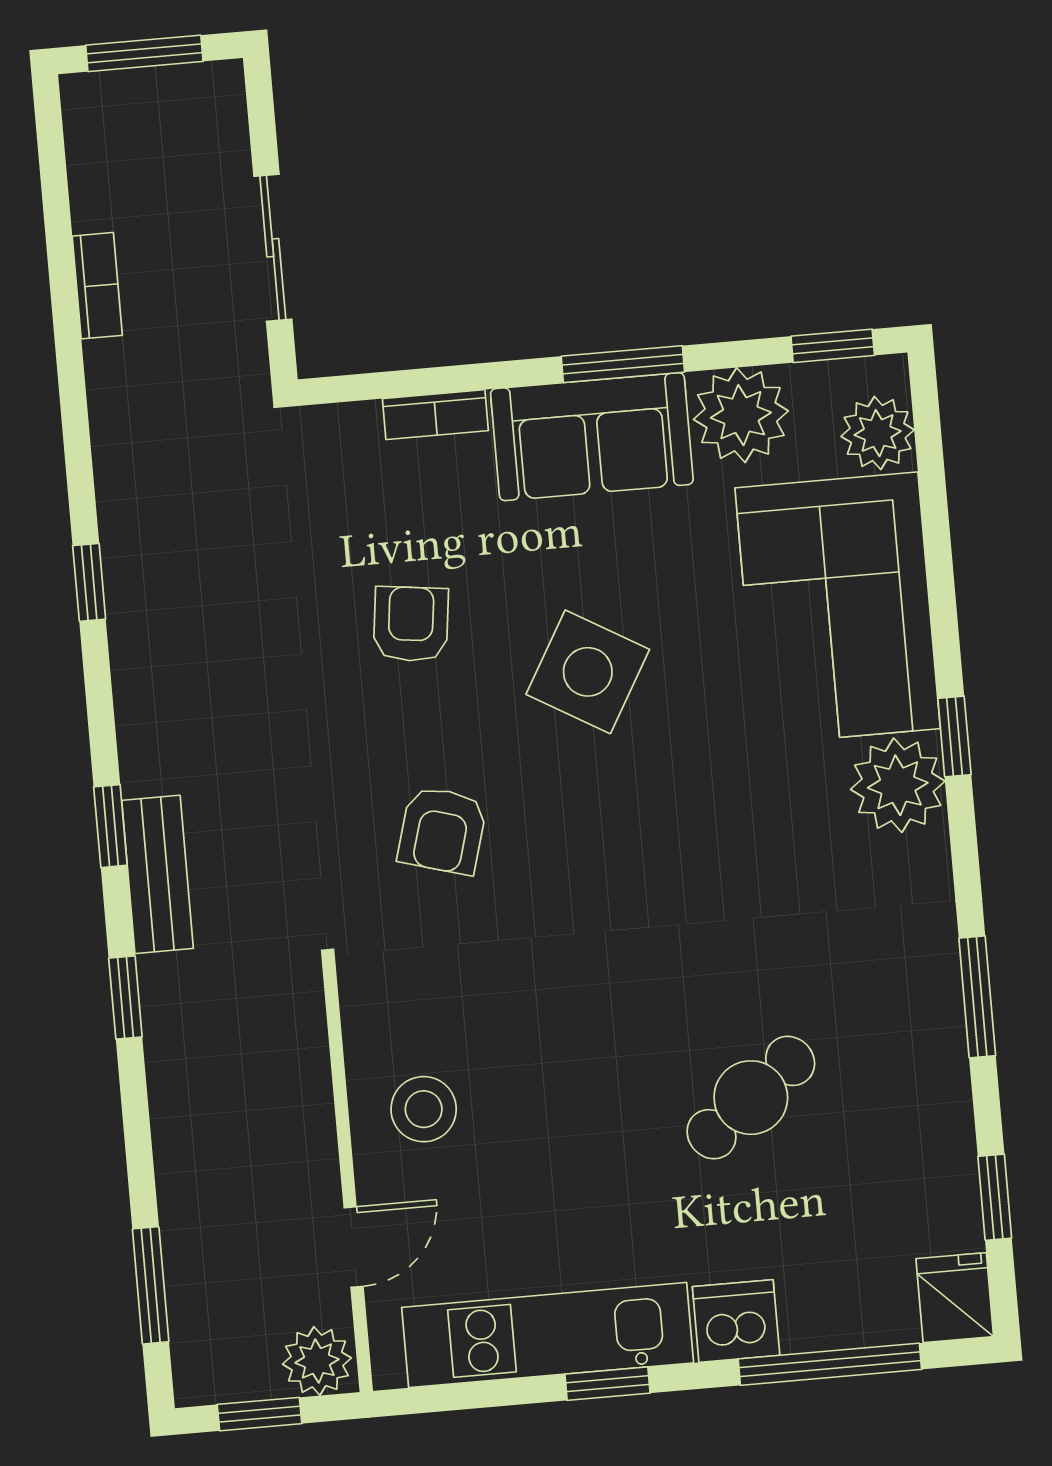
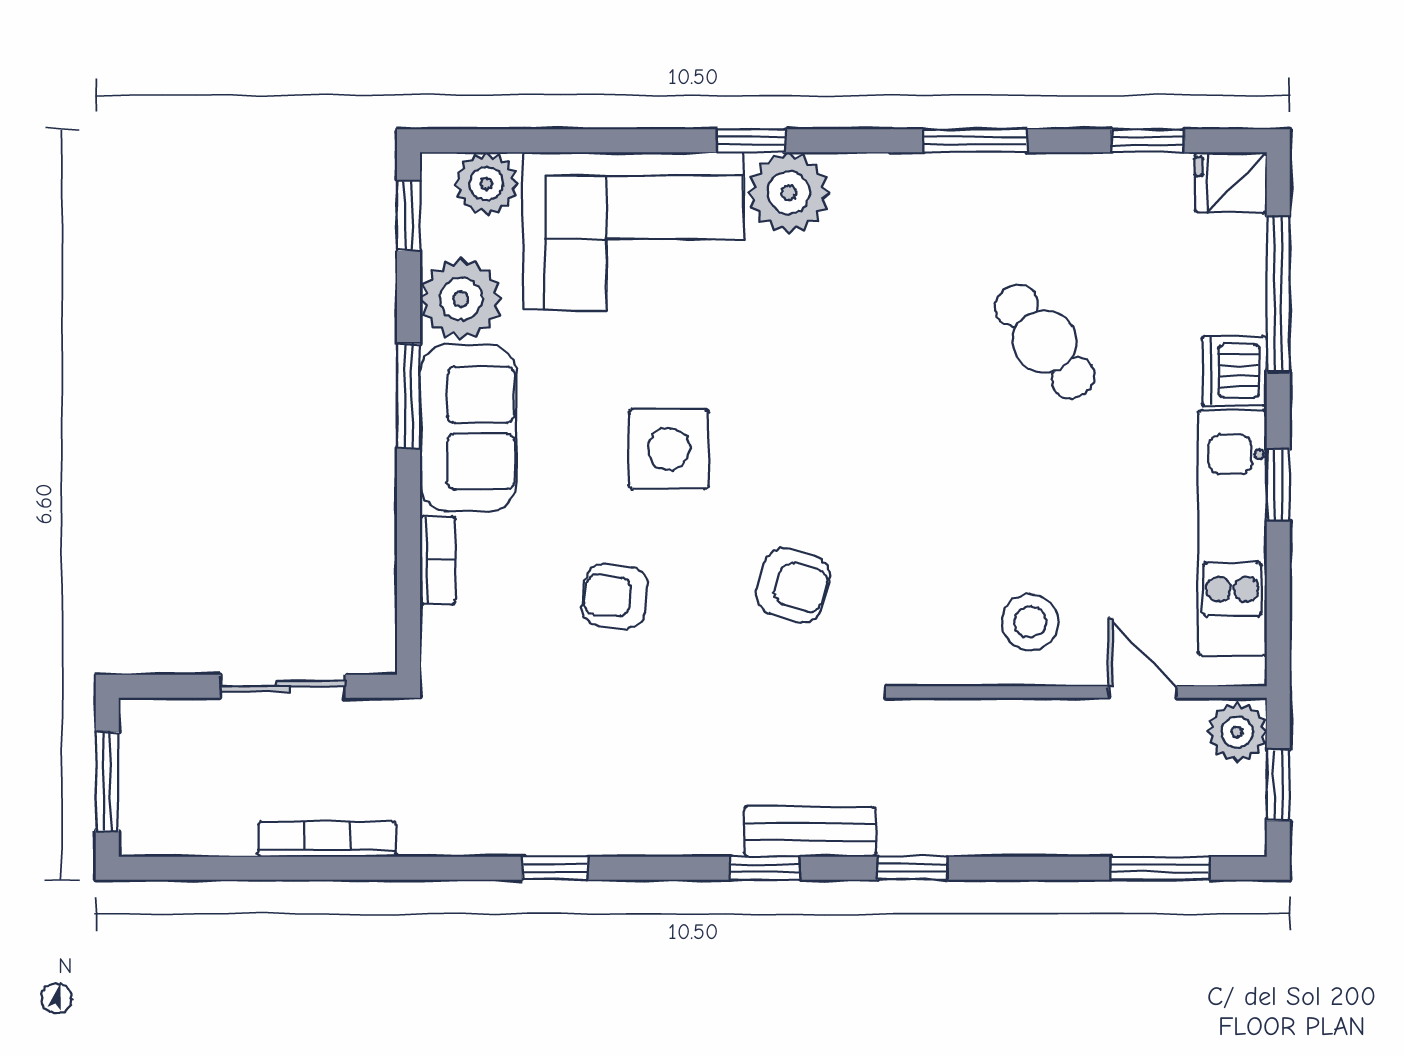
bookcase: (97, 286) -> (327, 839), width x1.56
side table: (588, 672) -> (669, 449), turned -30

